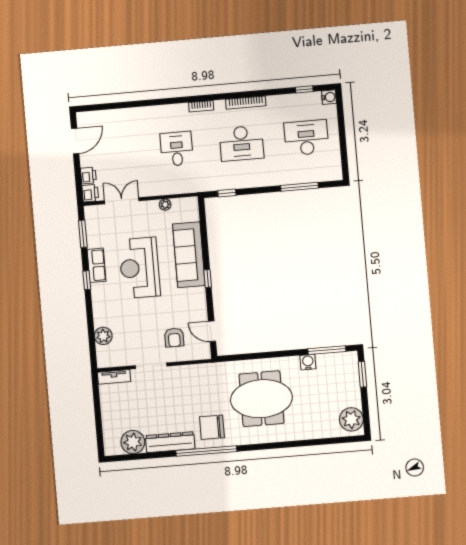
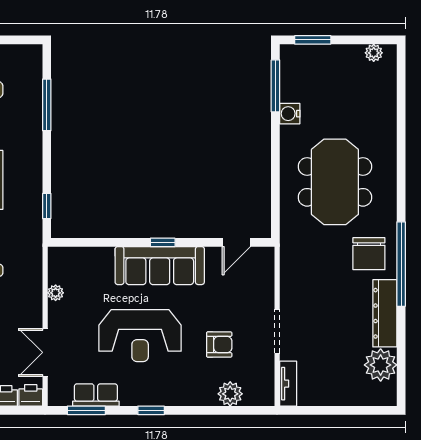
sofa: (189, 255) -> (160, 266), moved
row of seats: (97, 265) -> (96, 395), moved
armchair: (174, 338) -> (219, 344), moved
plant: (351, 419) -> (374, 53), width x0.53, depth x0.53

